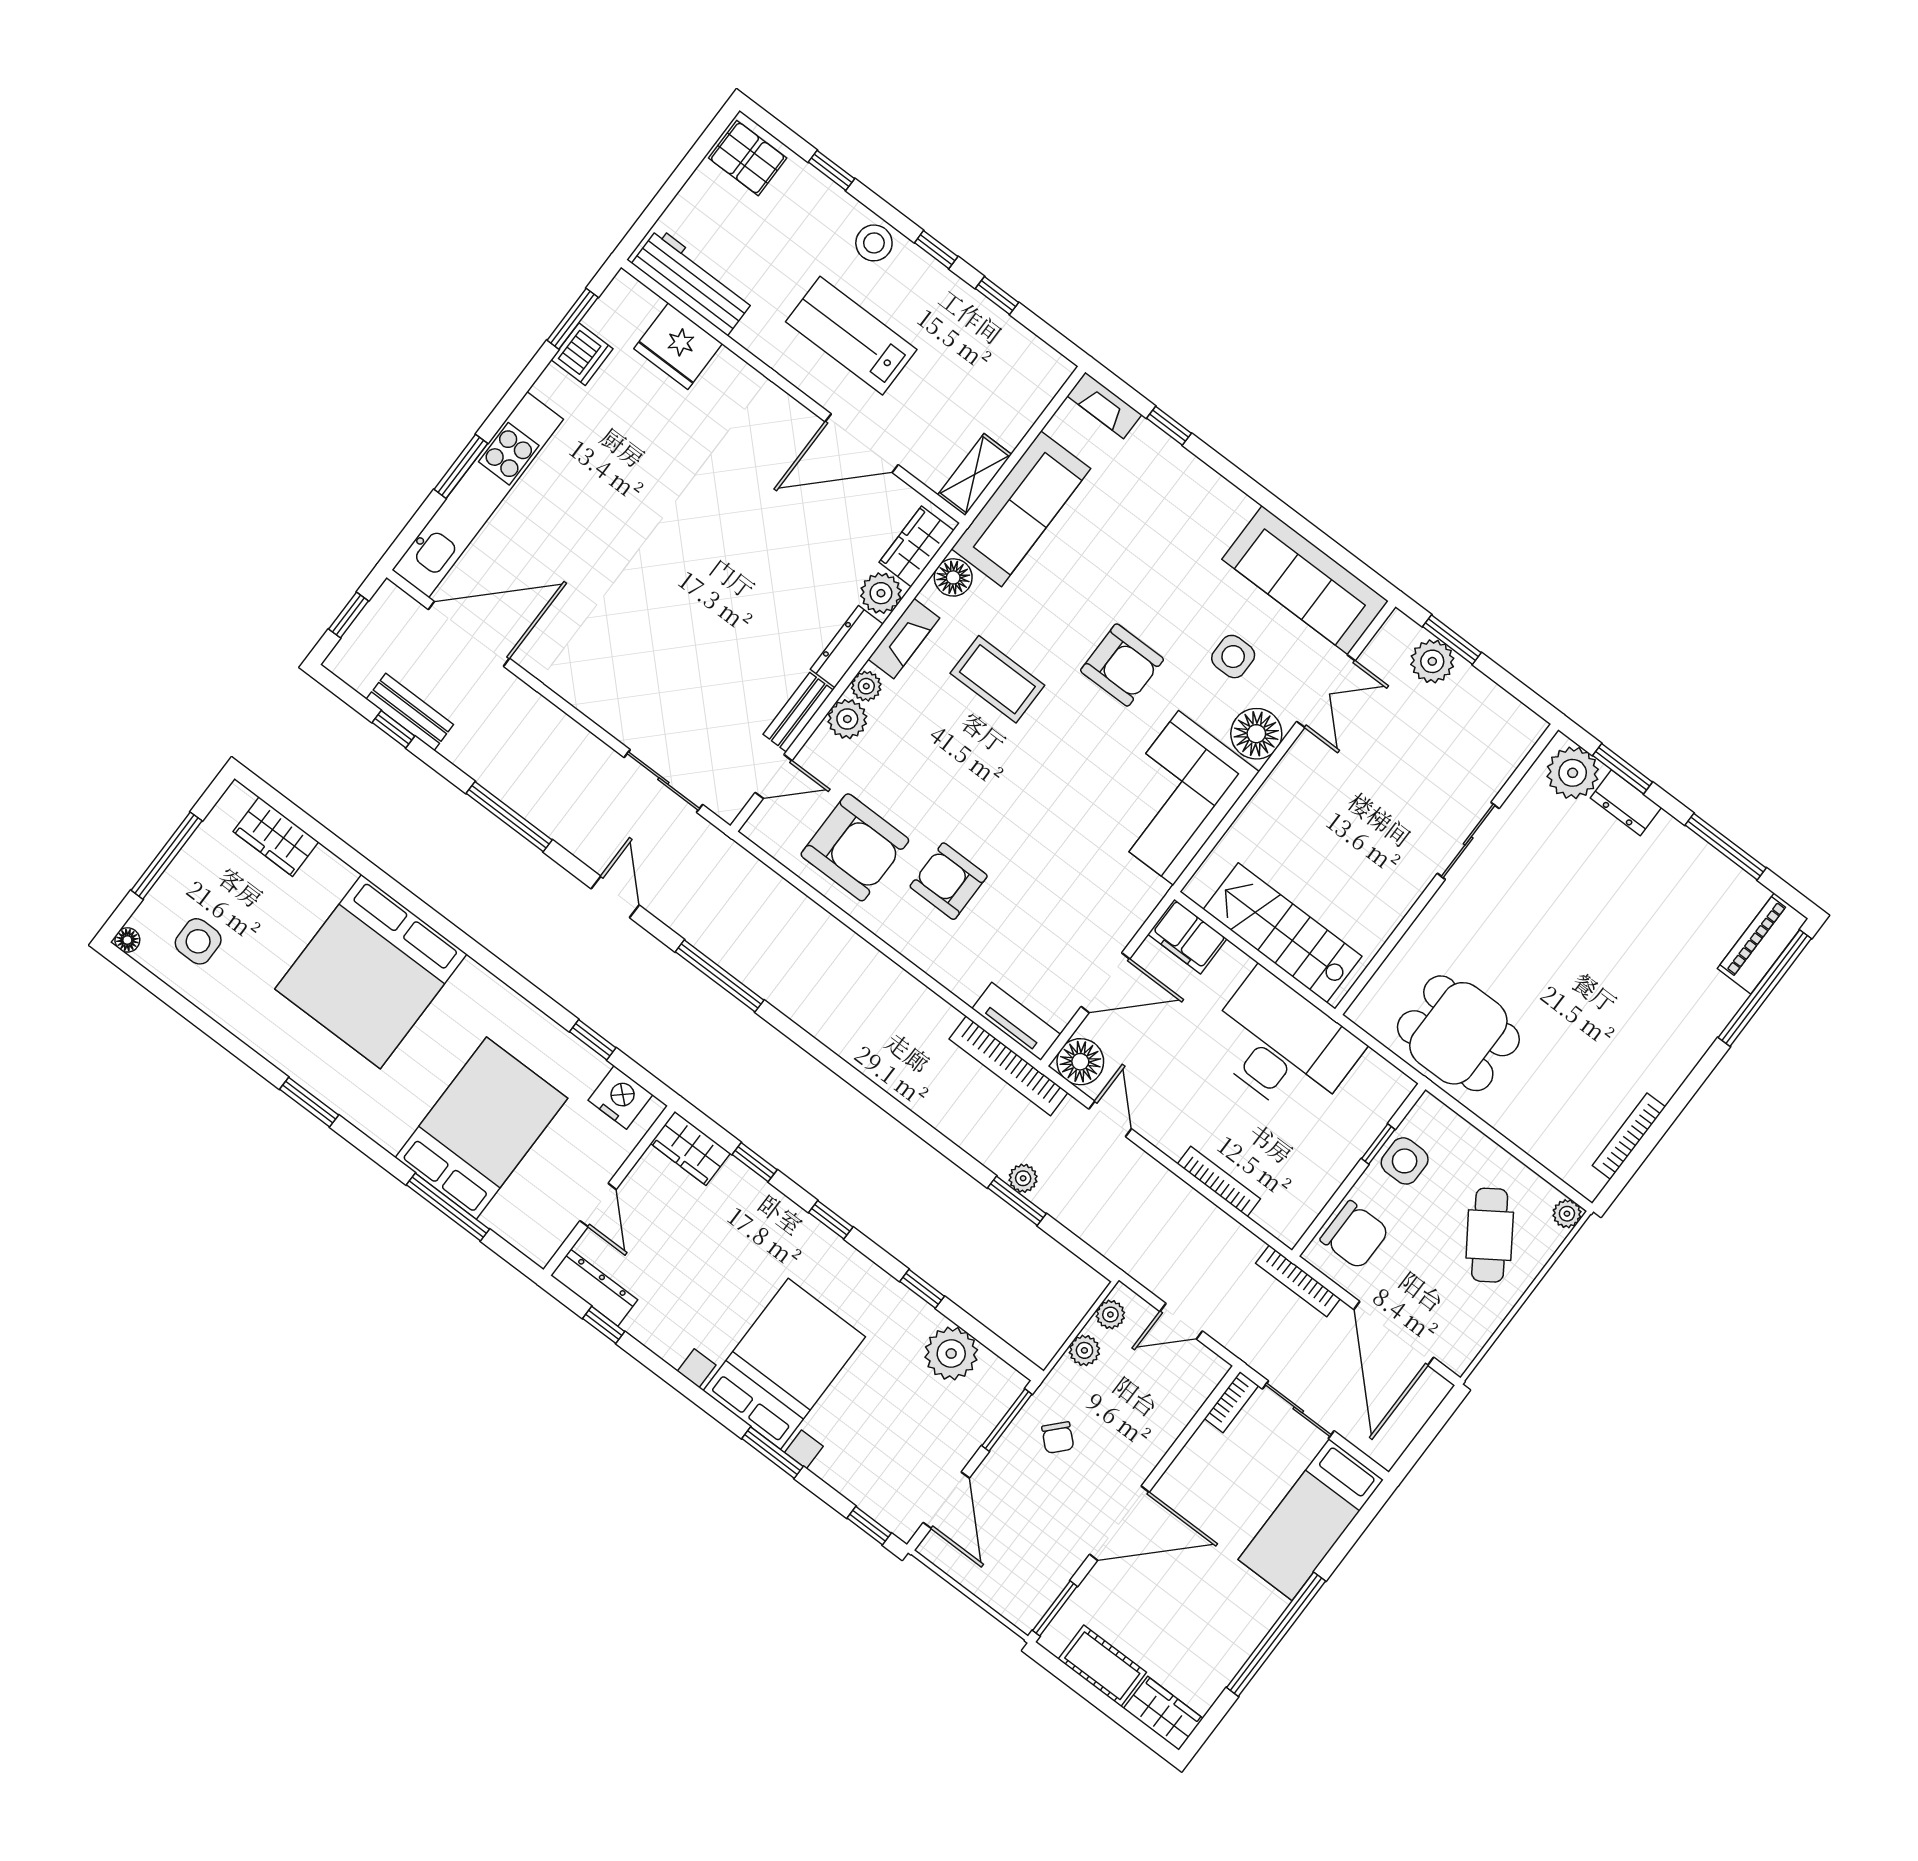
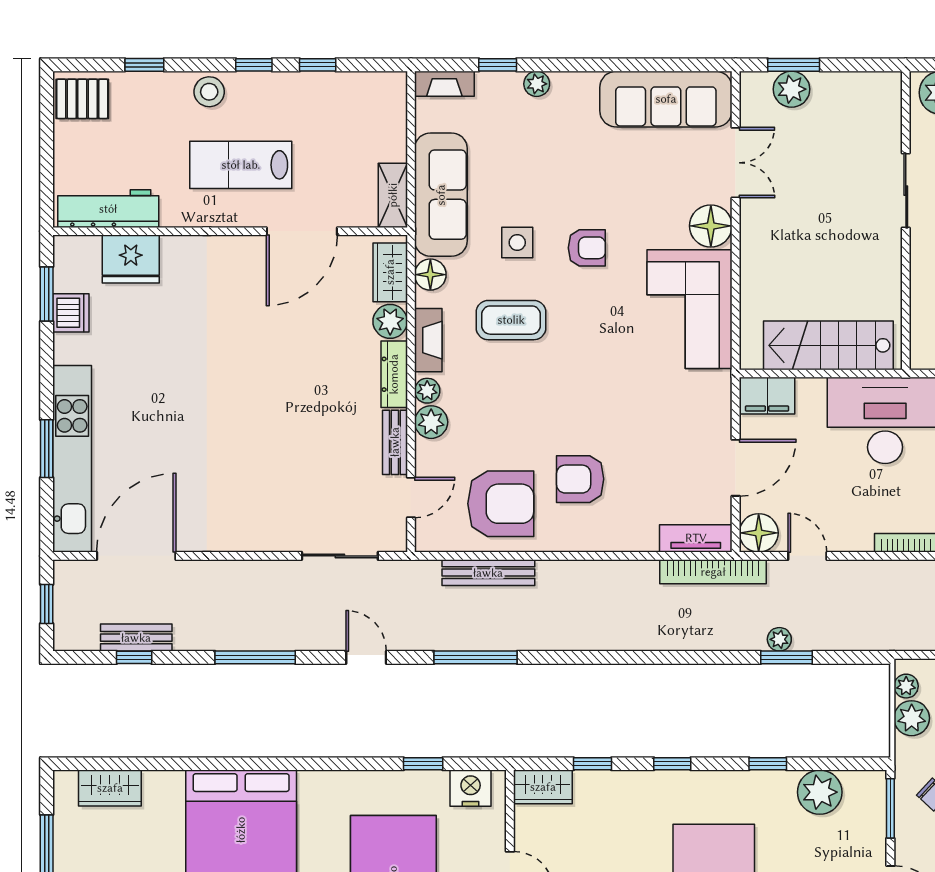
plant: (1193, 472) -> (537, 84), added
side table: (1233, 657) -> (517, 243), moved
armchair: (1122, 665) -> (587, 248), width x0.72, depth x0.72
bench: (793, 904) -> (488, 573), added
plant: (1084, 1350) -> (912, 718), width x1.38, depth x1.38

